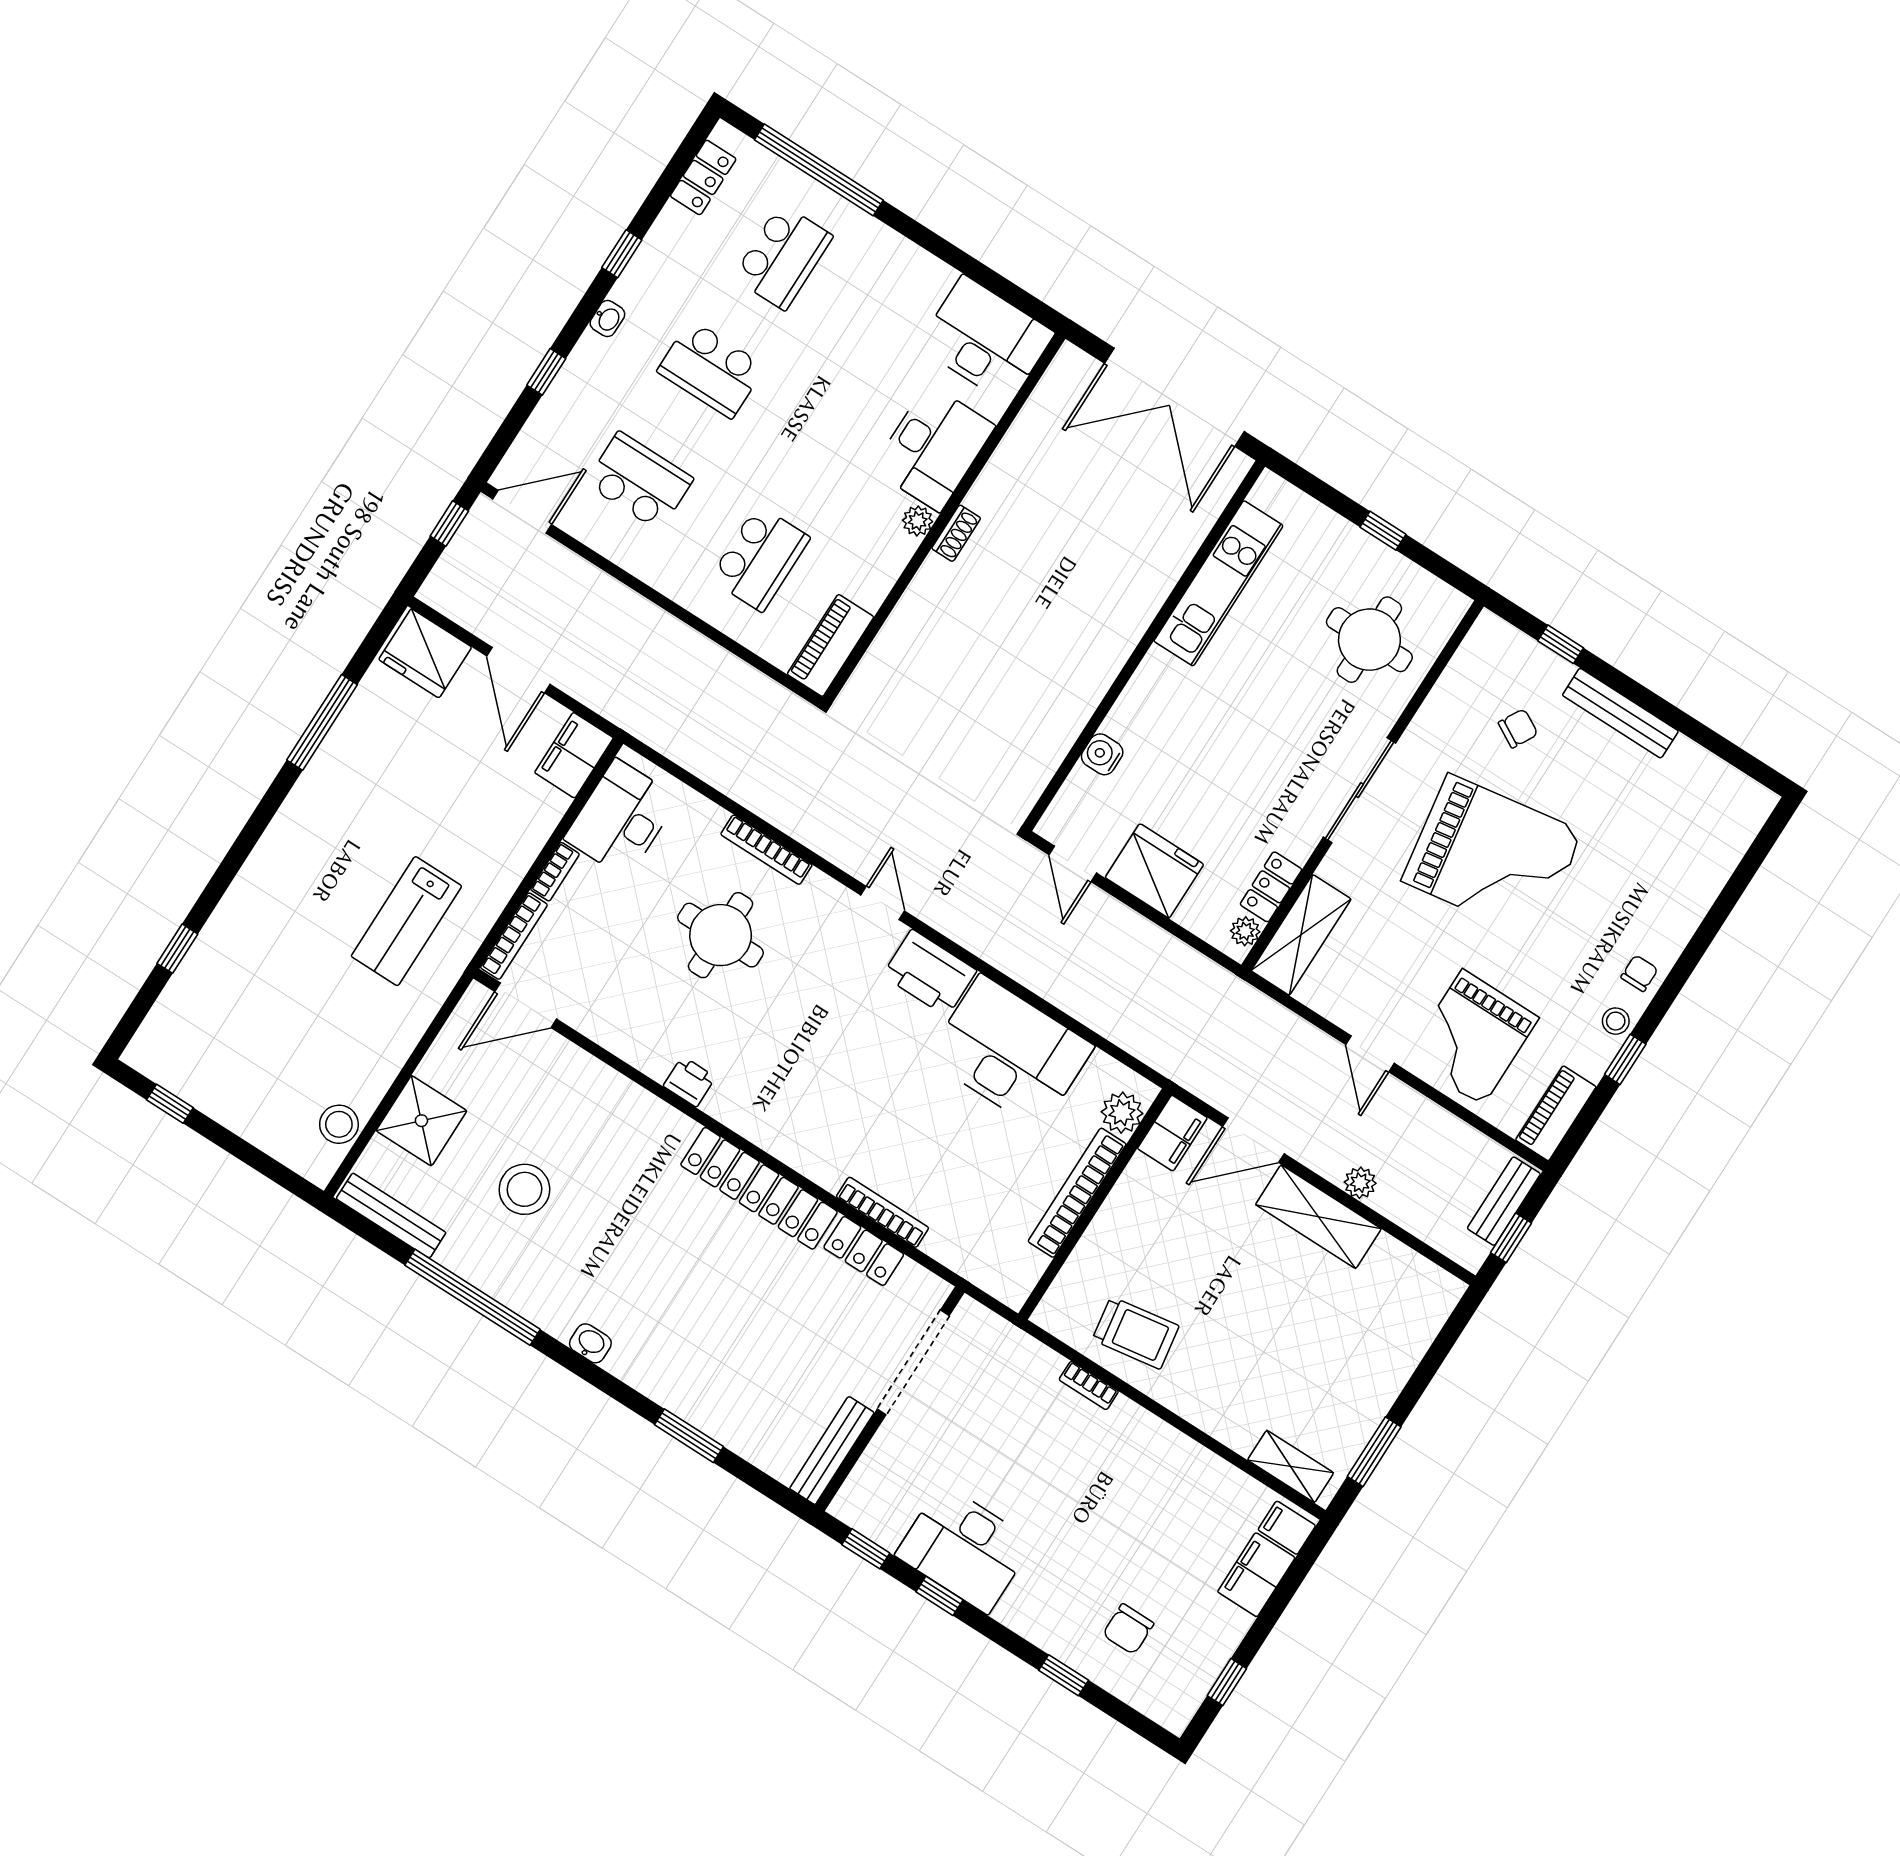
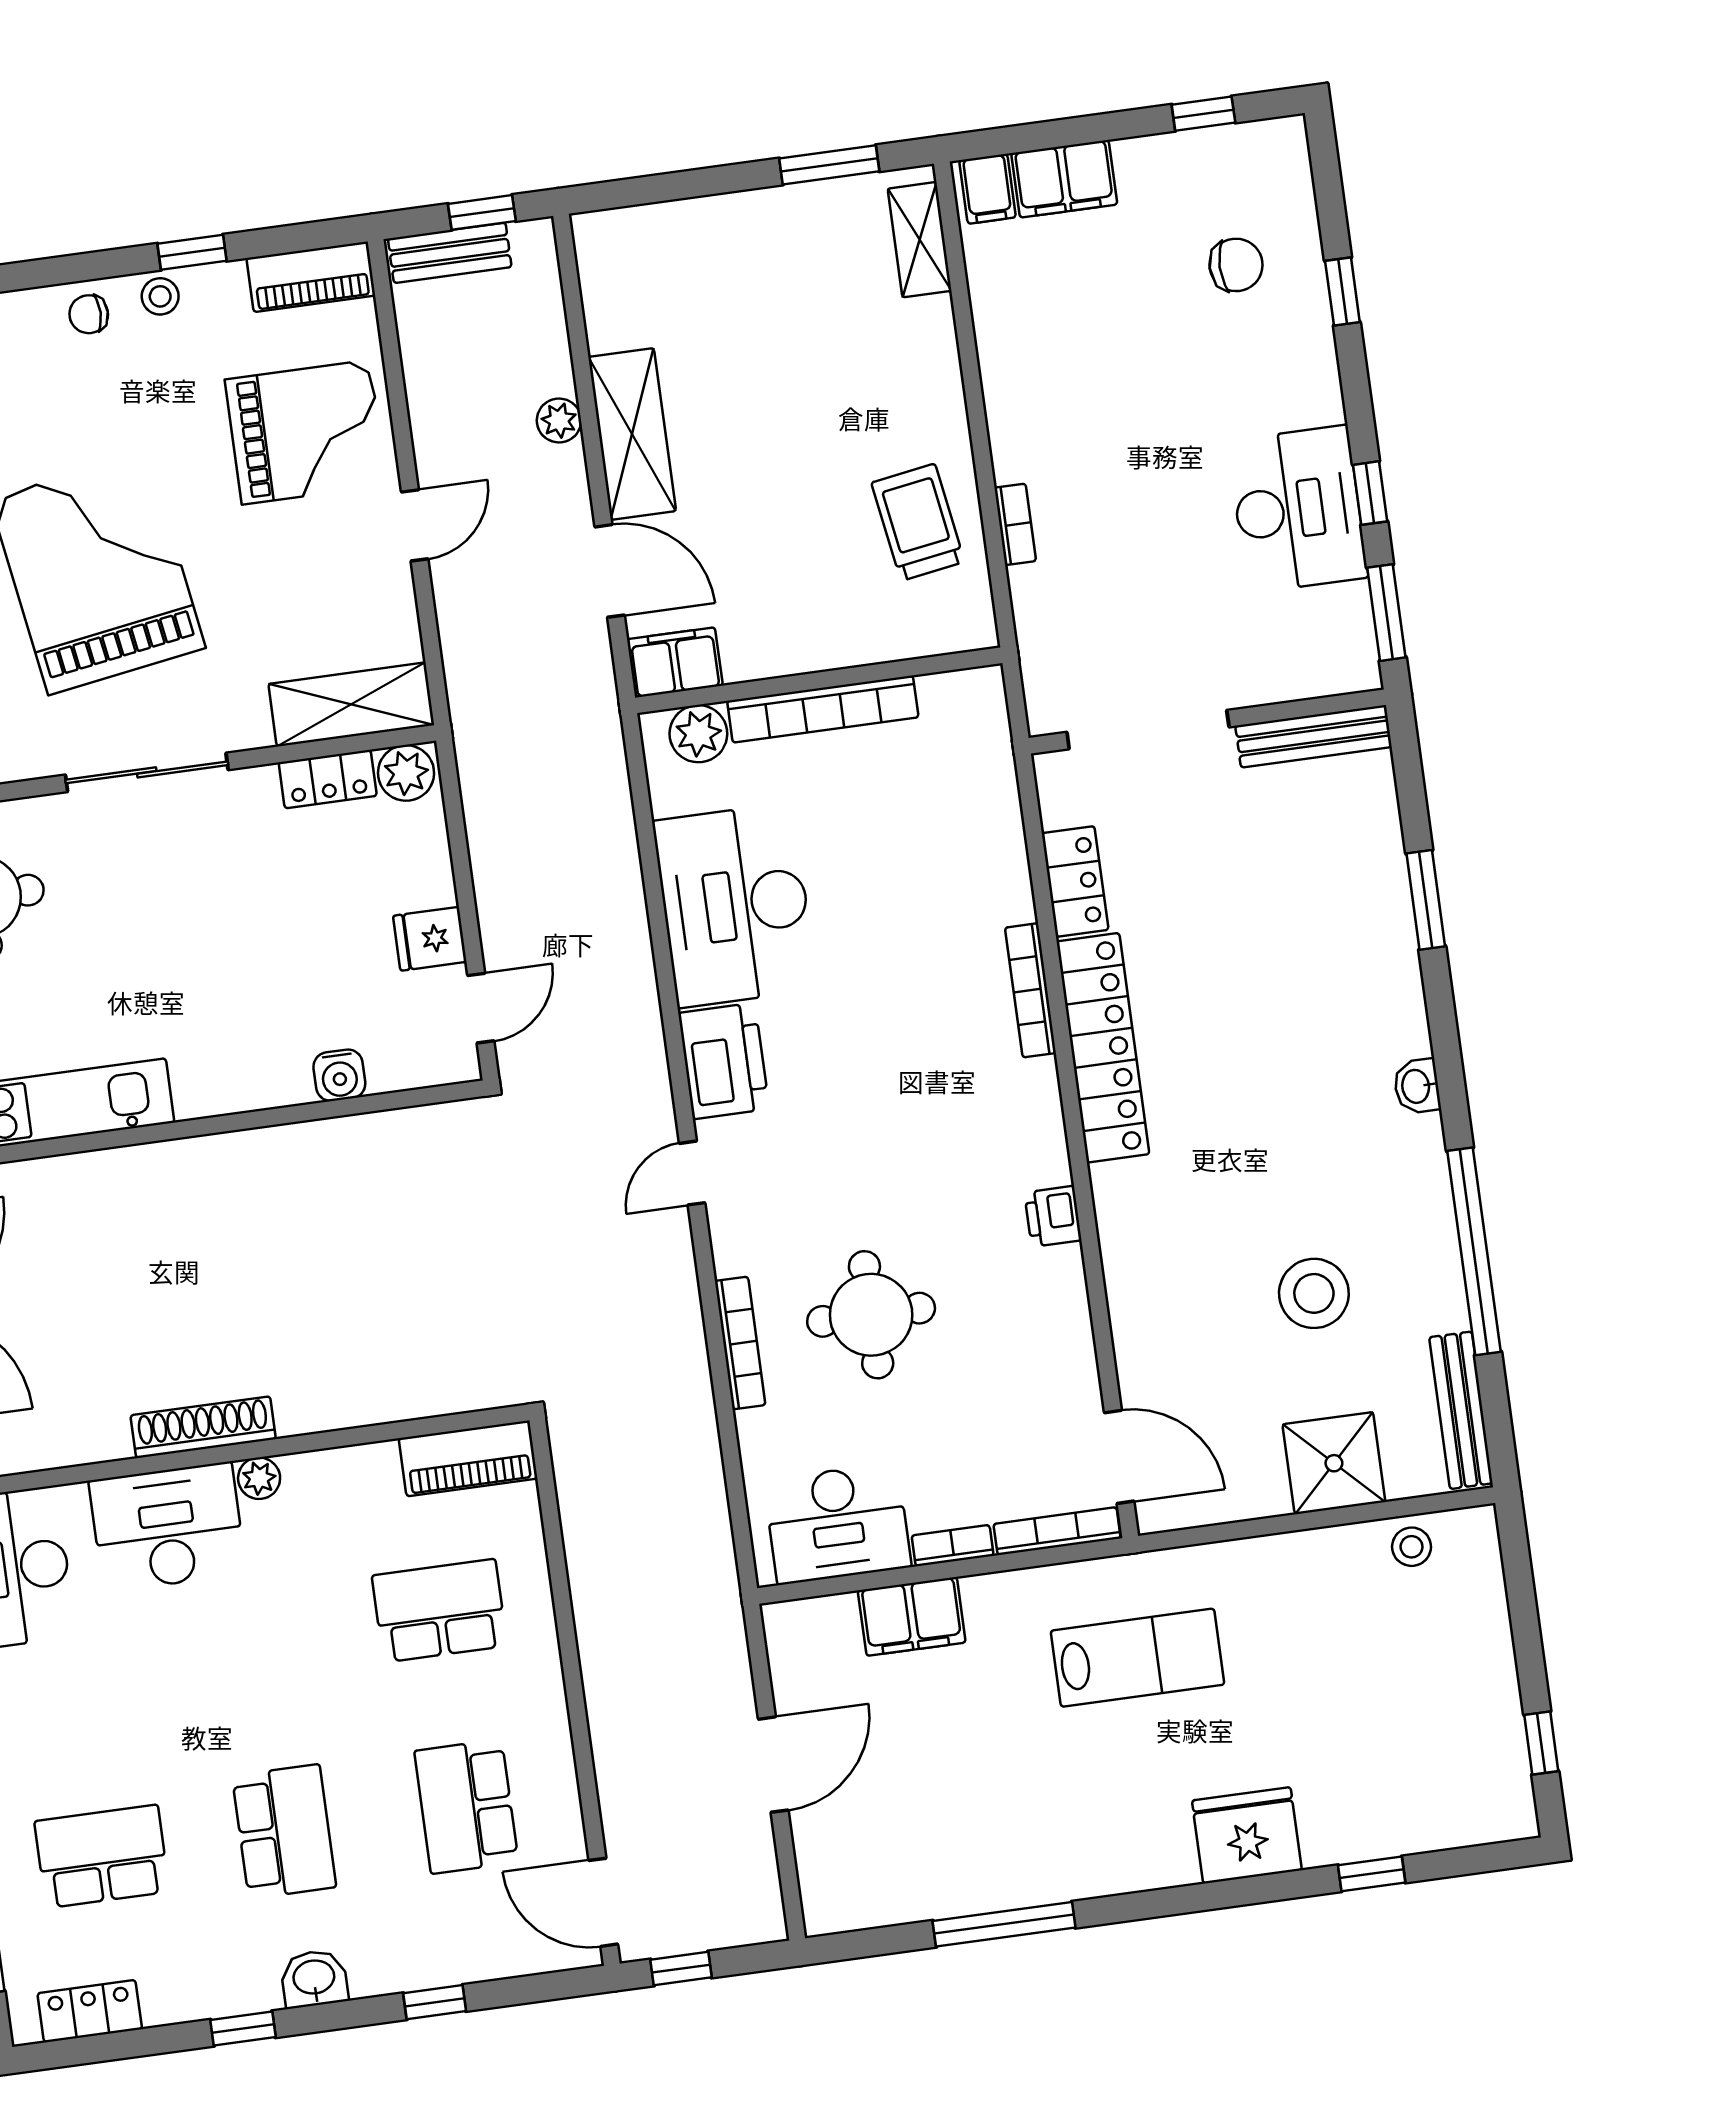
washbasin: (607, 319) -> (314, 1979), width x1.38, depth x1.45
shoe rack: (956, 533) -> (203, 1427), width x1.94, depth x1.24
fridge: (425, 653) -> (1247, 1835), moved, turned -90
filing cabinet: (574, 755) -> (912, 1616), moved
fridge: (1154, 871) -> (430, 939), width x0.53, depth x0.75
plant: (1245, 931) -> (406, 773), width x1.38, depth x1.38
stool: (339, 1124) -> (1412, 1547), width x0.73, depth x0.73
bookcase: (883, 1212) -> (1030, 990), moved
window: (866, 1549) -> (1386, 613), width x1.50

